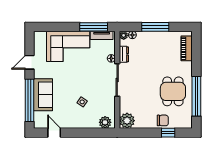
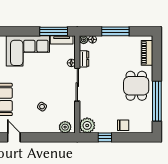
dining table: (173, 91) -> (136, 86), moved
window: (168, 133) -> (105, 137), moved

